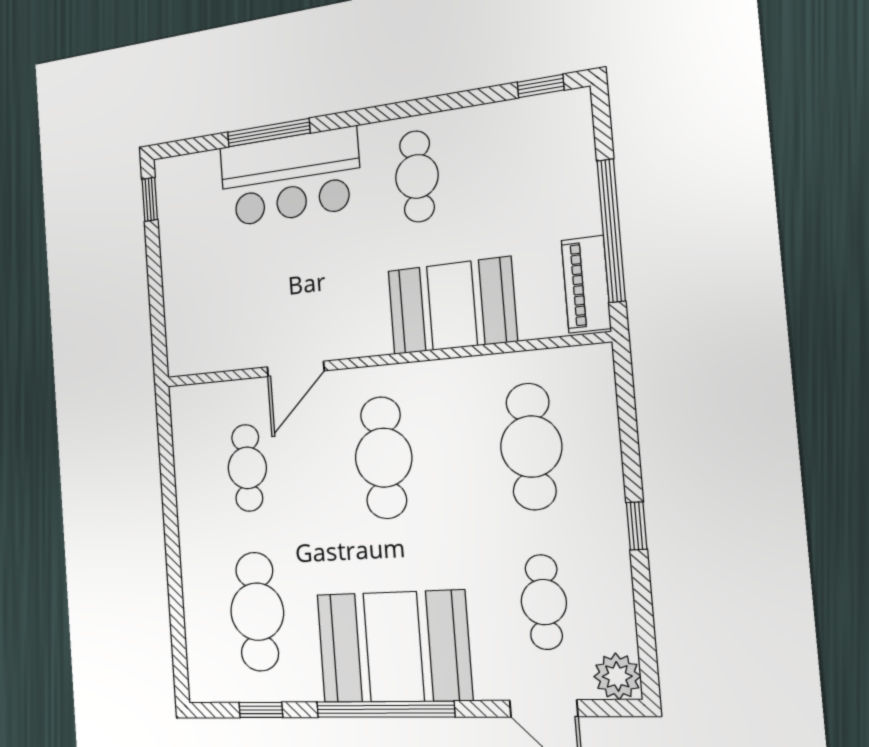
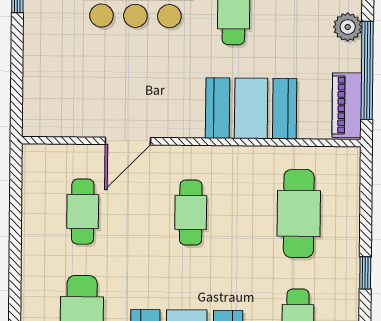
plant: (577, 173) -> (348, 27), added
cafe table: (384, 458) -> (191, 213), width x0.73, depth x0.74

